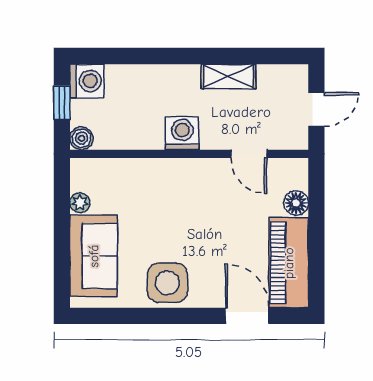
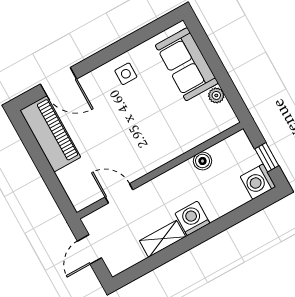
washing machine: (182, 133) -> (192, 218), moved, turned 180
boiler: (81, 138) -> (203, 161), moved
floor lamp: (296, 203) -> (68, 178), removed
side table: (167, 283) -> (126, 74), width x0.54, depth x0.54

